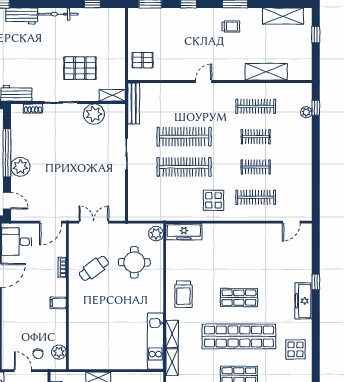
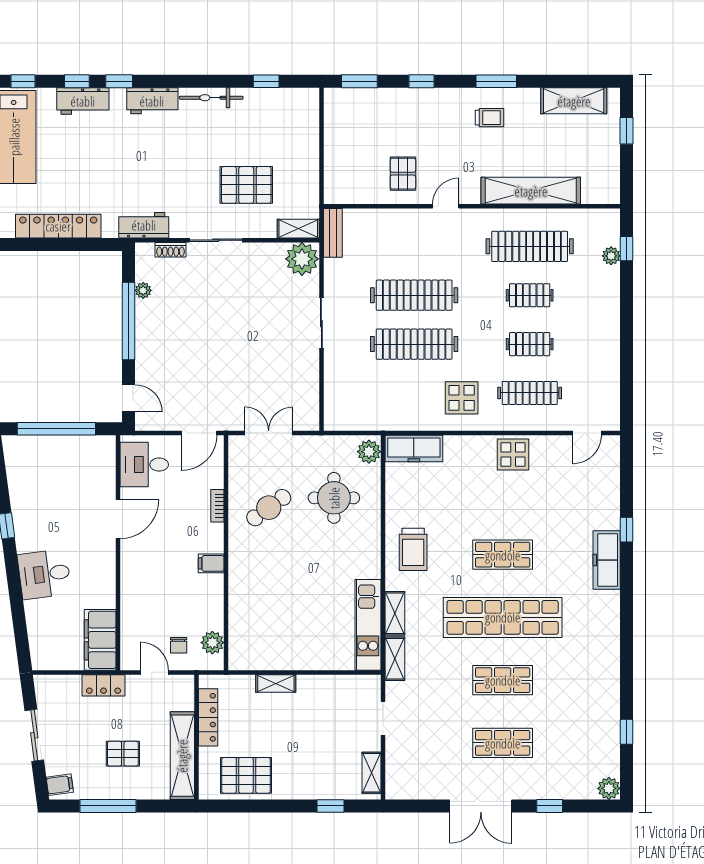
pallet: (143, 60) -> (403, 174), moved, turned 90
shelving: (266, 72) -> (531, 191), width x1.47
bench: (134, 103) -> (333, 233), width x0.73
clothes rail: (256, 106) -> (530, 246), width x1.37, depth x1.31
plant: (94, 114) -> (302, 259), moved
plant: (20, 167) -> (143, 290), moved, width x0.53, depth x0.53
display table: (295, 349) -> (513, 455), moved

